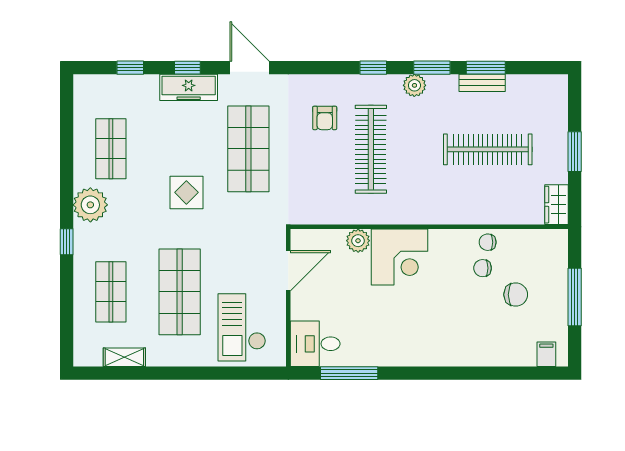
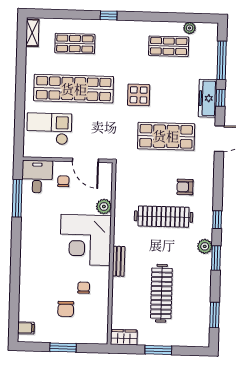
window: (130, 68) -> (222, 60), width x2.17
window: (486, 68) -> (214, 315), moved
bench: (482, 83) -> (119, 261), moved
plant: (90, 205) -> (190, 28), moved, width x0.53, depth x0.53
chair: (488, 242) -> (63, 181), moved
corner desk: (400, 257) -> (86, 240), width x1.36, depth x1.36
shop shelf: (180, 292) -> (74, 89), width x1.40
window: (575, 297) -> (63, 347), width x0.69
shelving: (124, 357) -> (32, 33), moved

